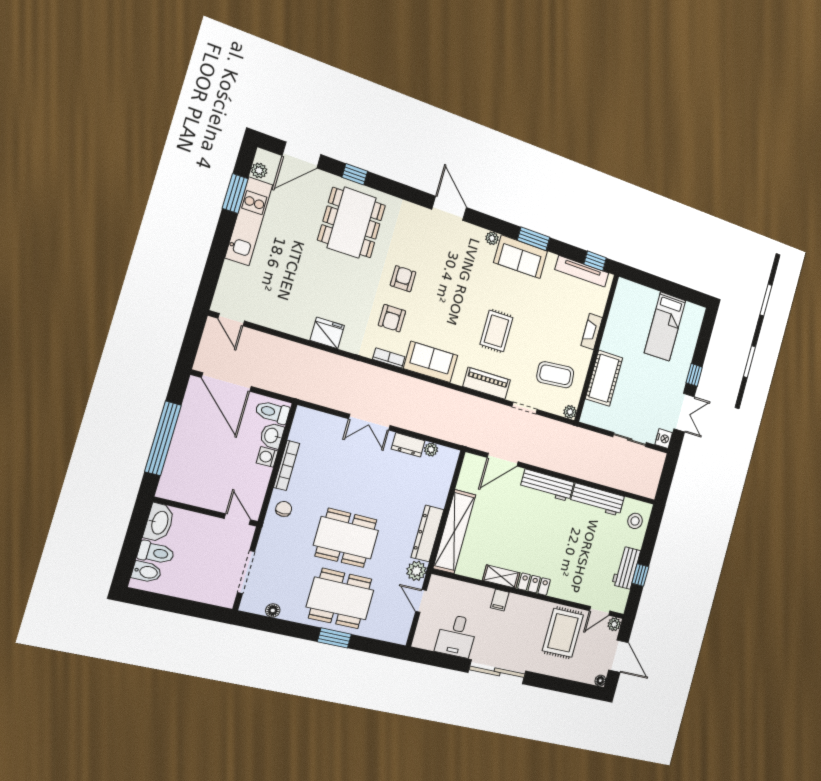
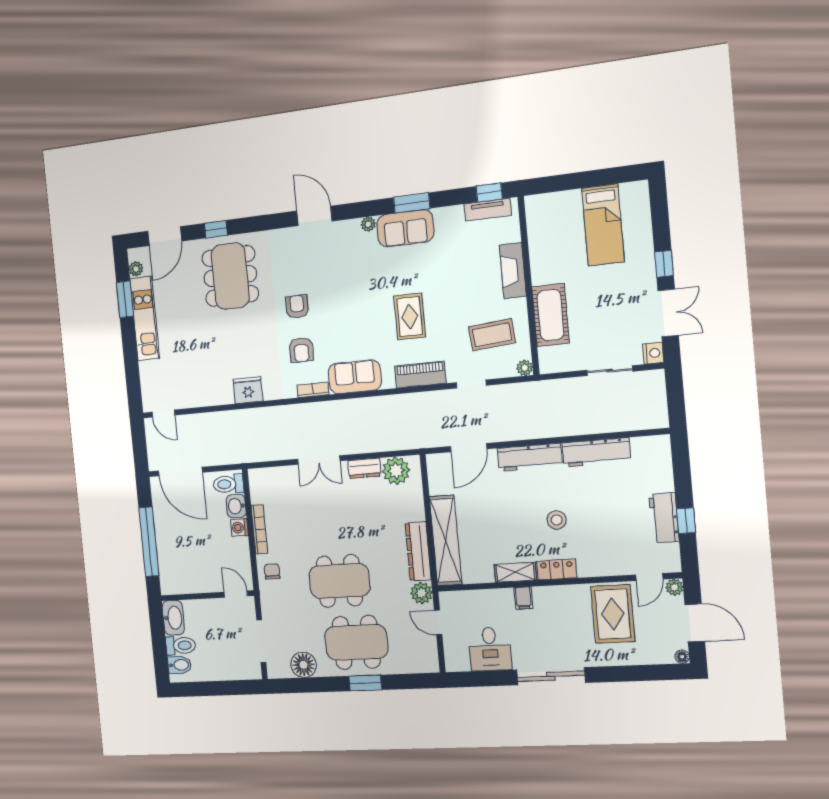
tv unit: (582, 271) -> (488, 210), width x0.71
fireplace: (592, 332) -> (513, 271), width x1.37, depth x1.32
plant: (431, 450) -> (396, 471), width x1.88, depth x1.88
stool: (635, 521) -> (557, 520), moved
floor lamp: (273, 610) -> (304, 665), width x1.89, depth x1.89

